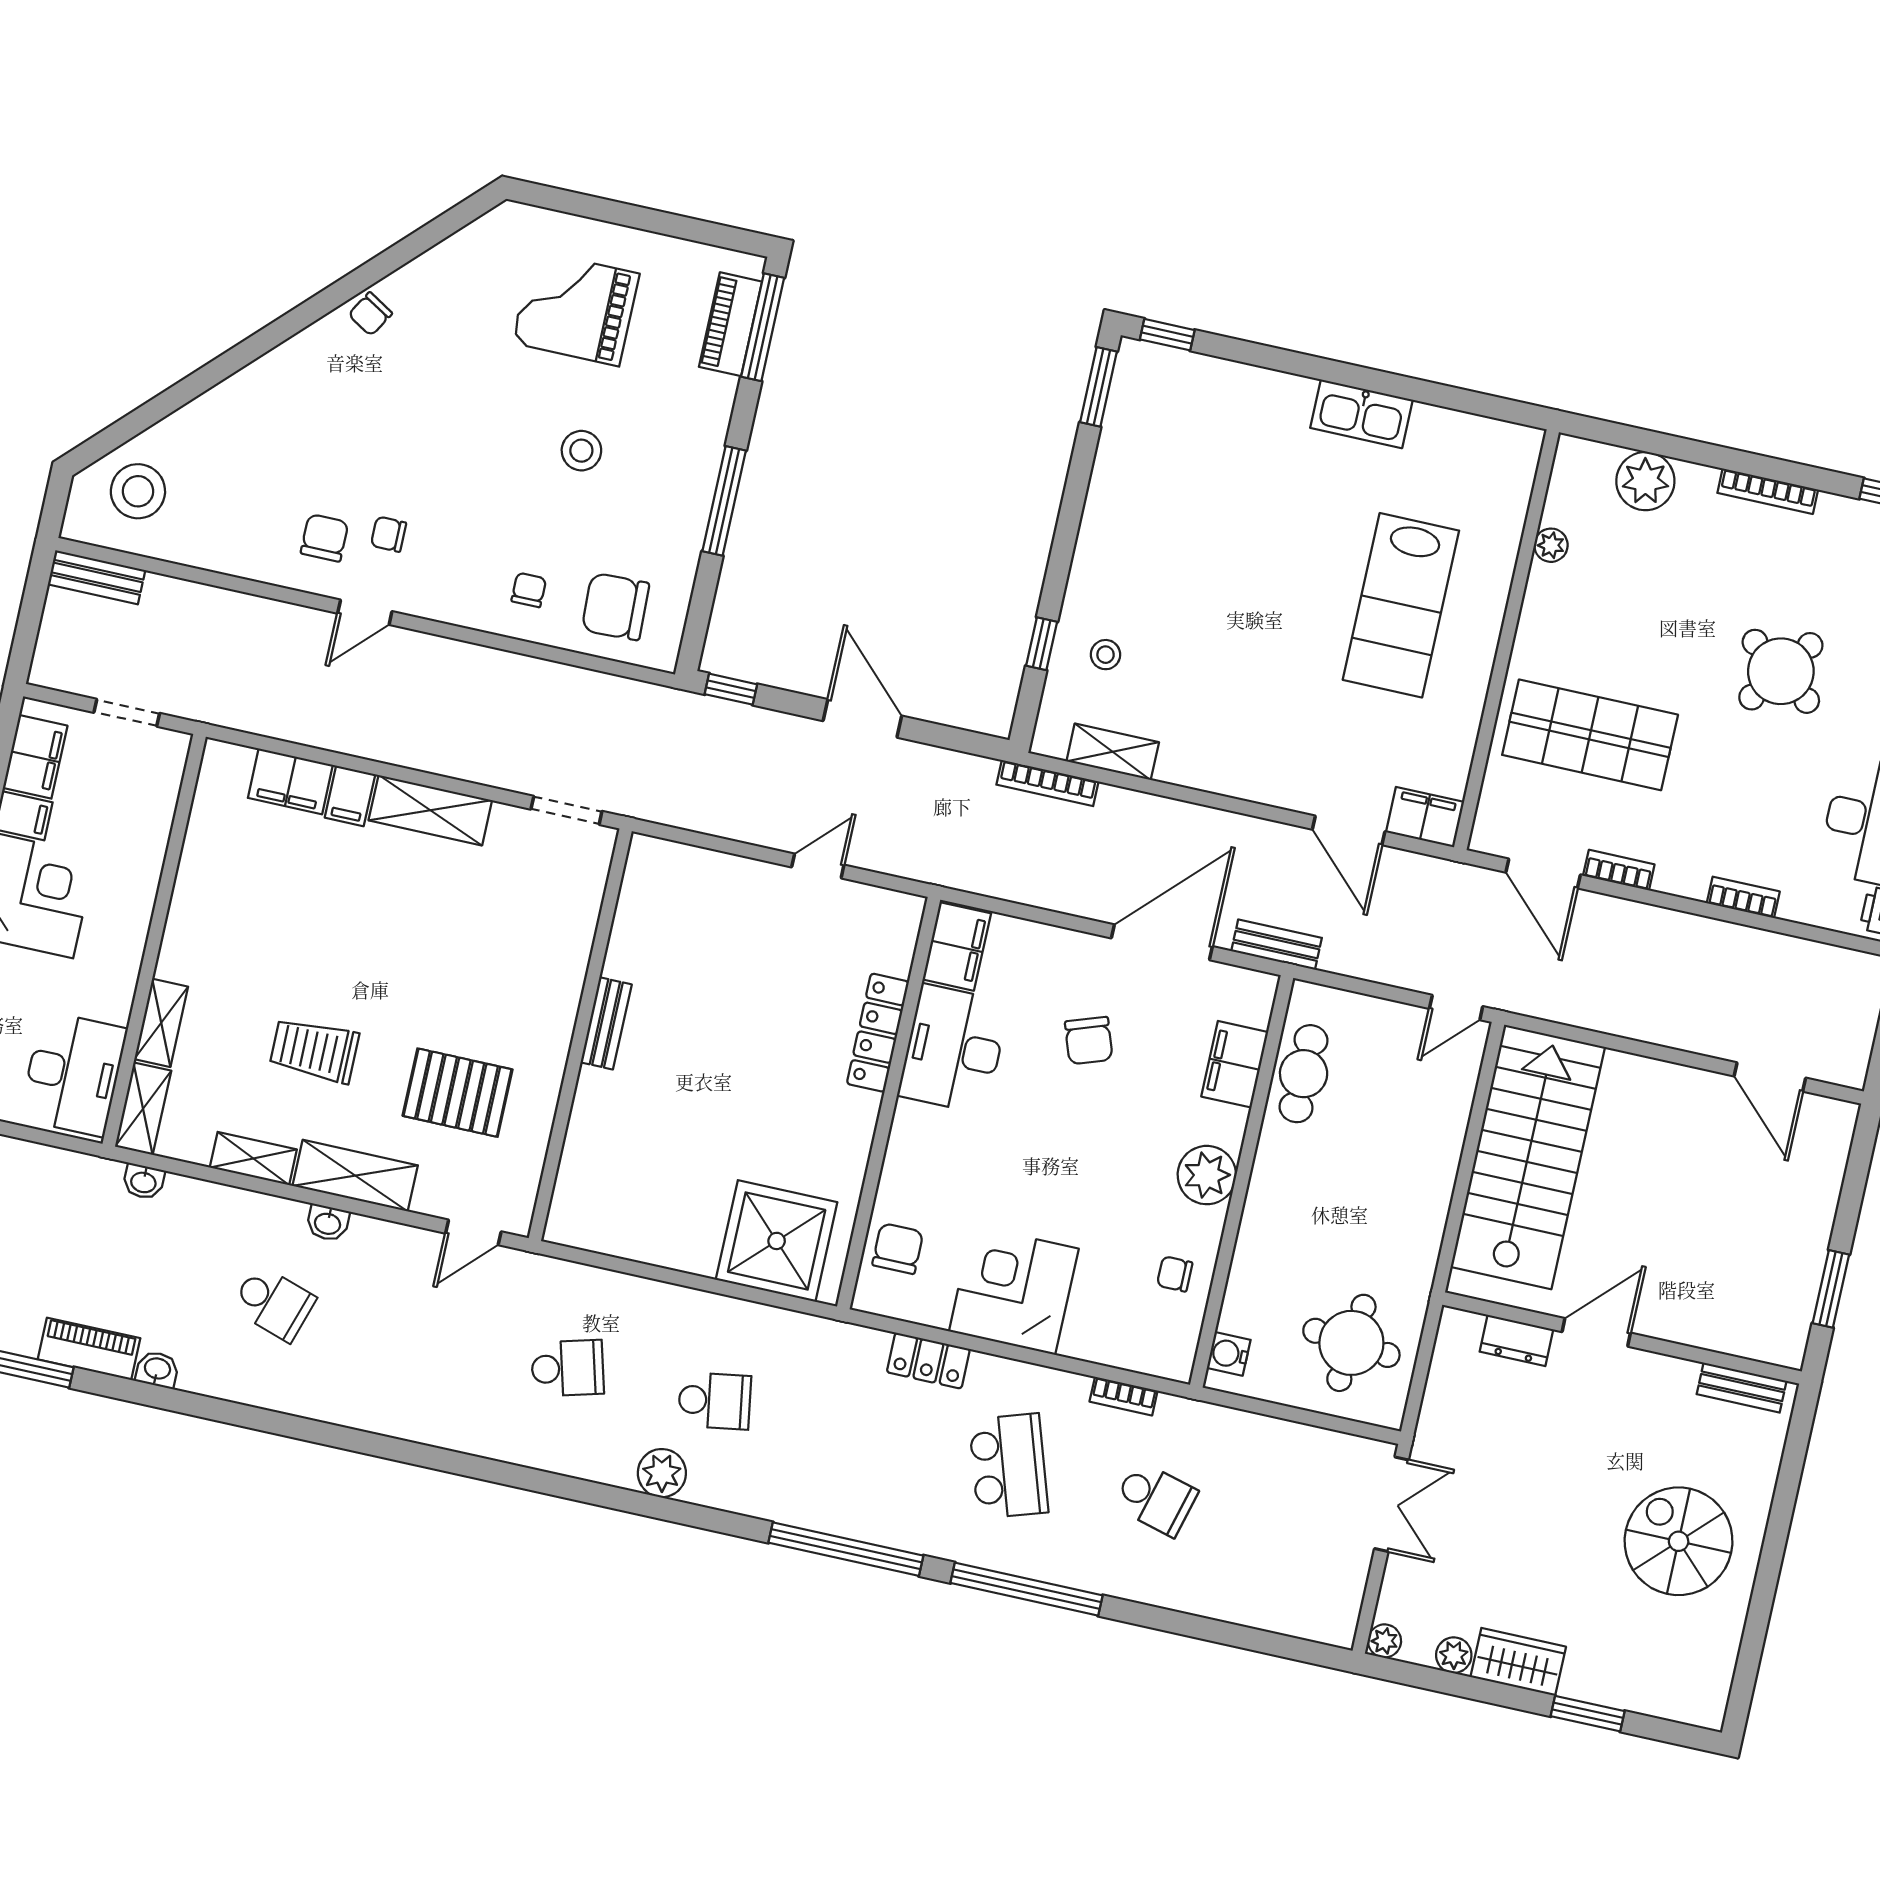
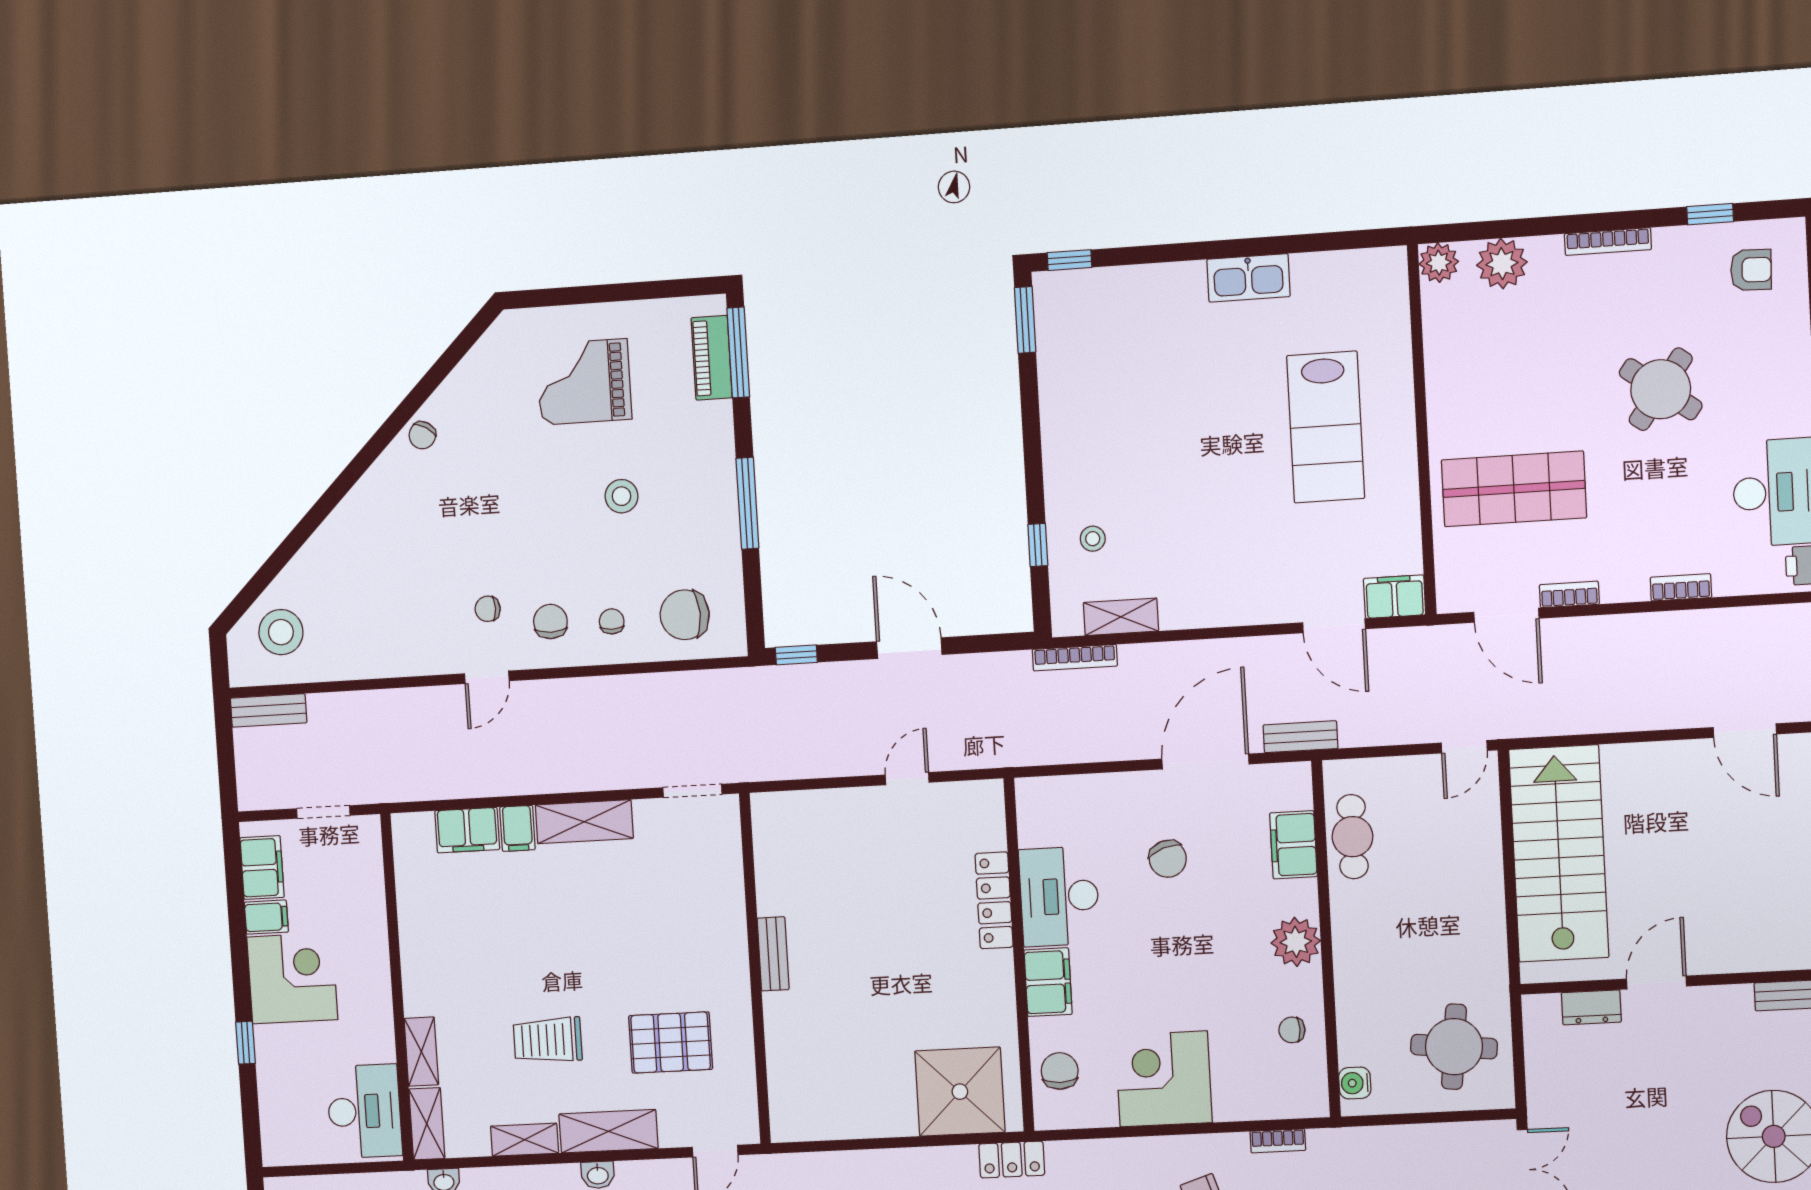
chair: (325, 538) -> (550, 621), moved
plant: (1551, 545) -> (1439, 263), moved, width x1.38, depth x1.38
filing cabinet: (957, 946) -> (1048, 982), moved
locker: (928, 1361) -> (1012, 1160), moved

